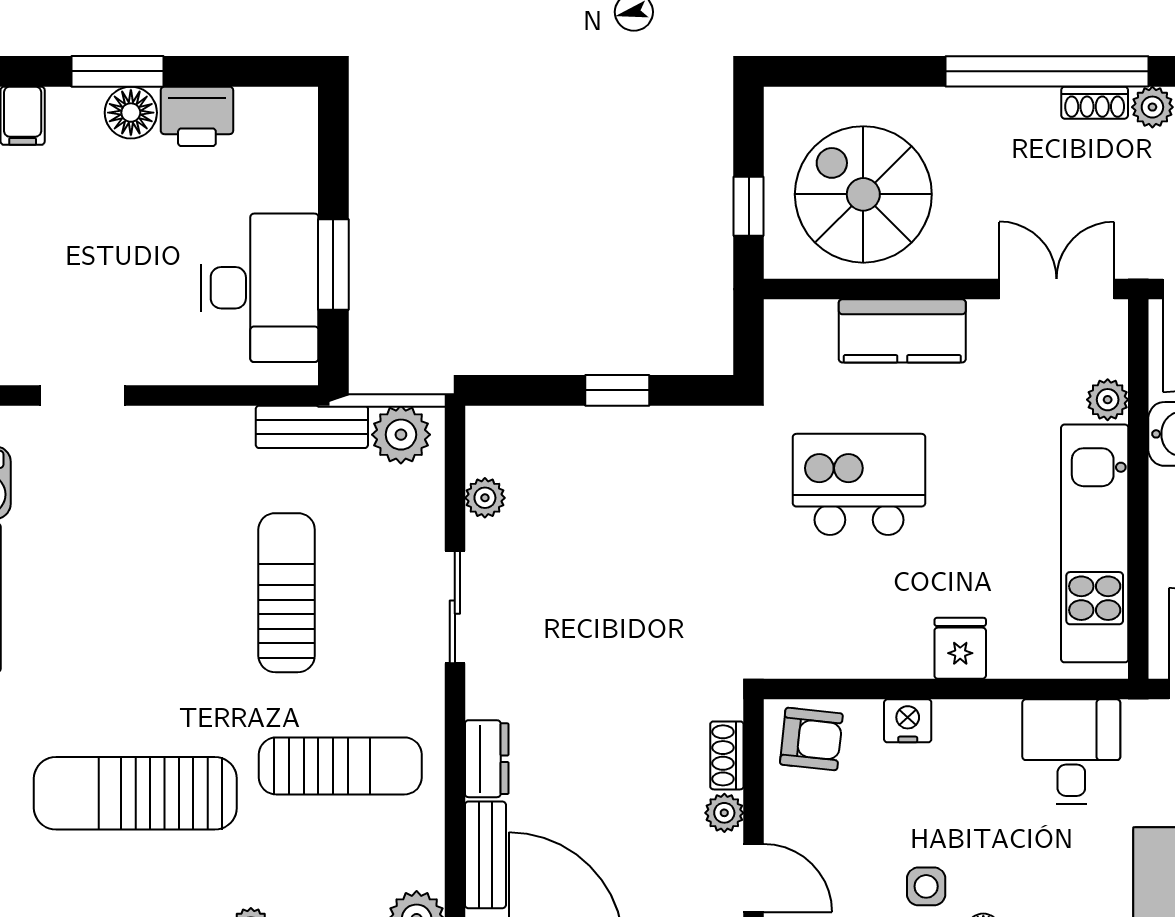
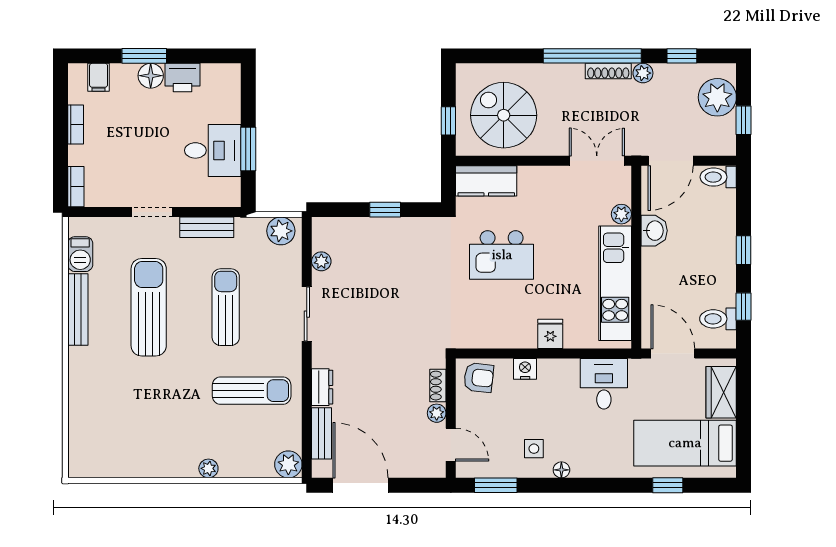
shoe rack: (1095, 103) -> (608, 71), width x1.43
desk: (260, 288) -> (213, 150), width x0.73
kitchen counter: (902, 331) -> (486, 181), moved
doorway: (82, 395) -> (152, 212), moved
bench: (312, 427) -> (207, 227), moved
kitchen island: (859, 484) -> (502, 255), turned 180
sun lounger: (135, 793) -> (149, 307), moved, turned 90

